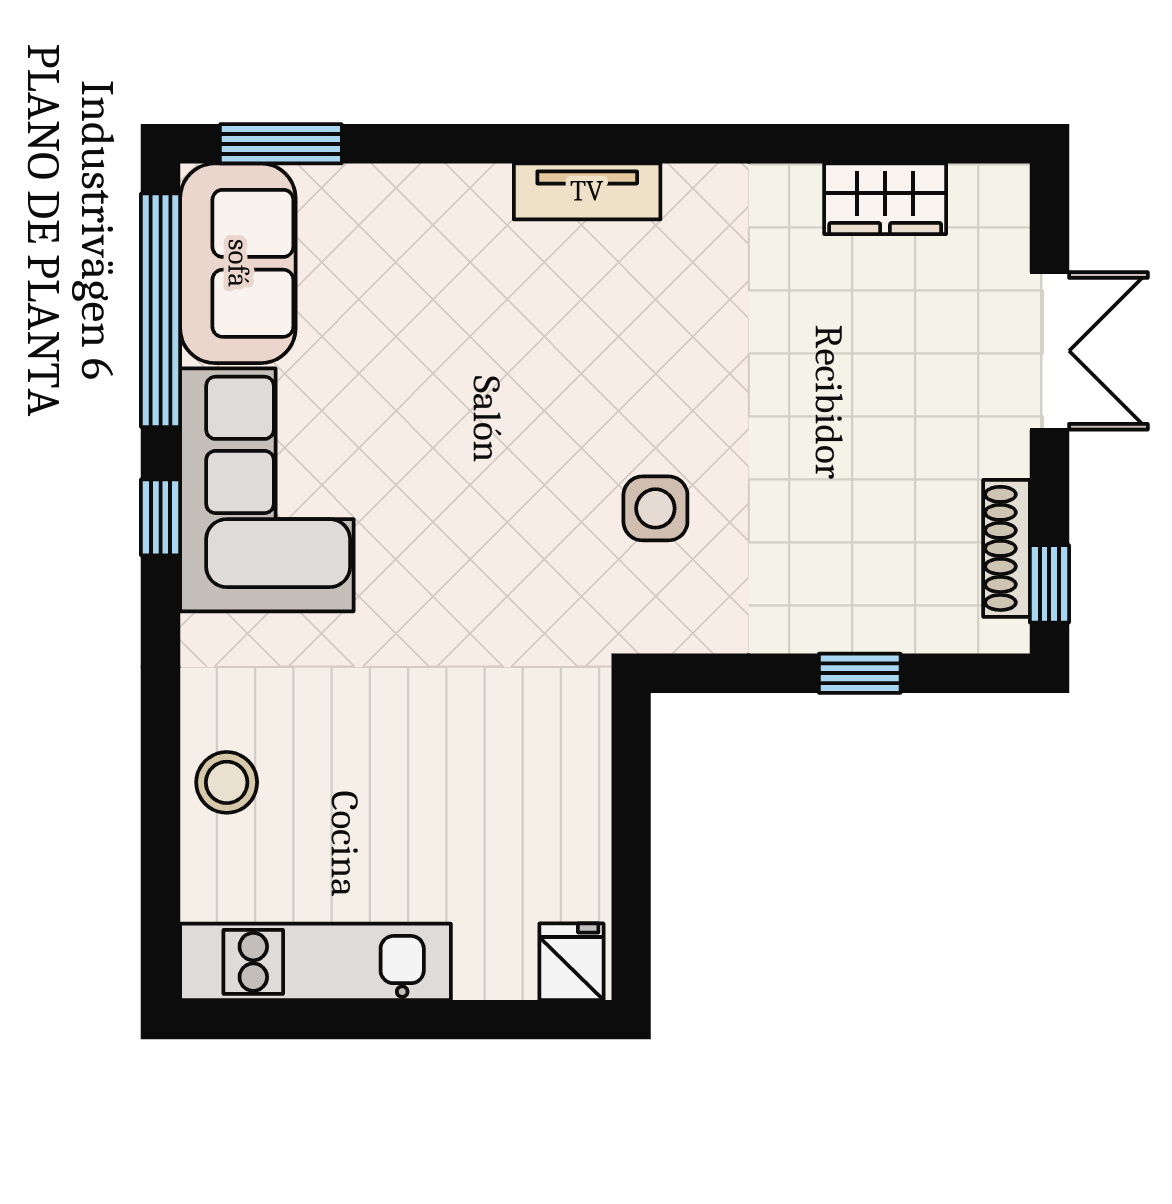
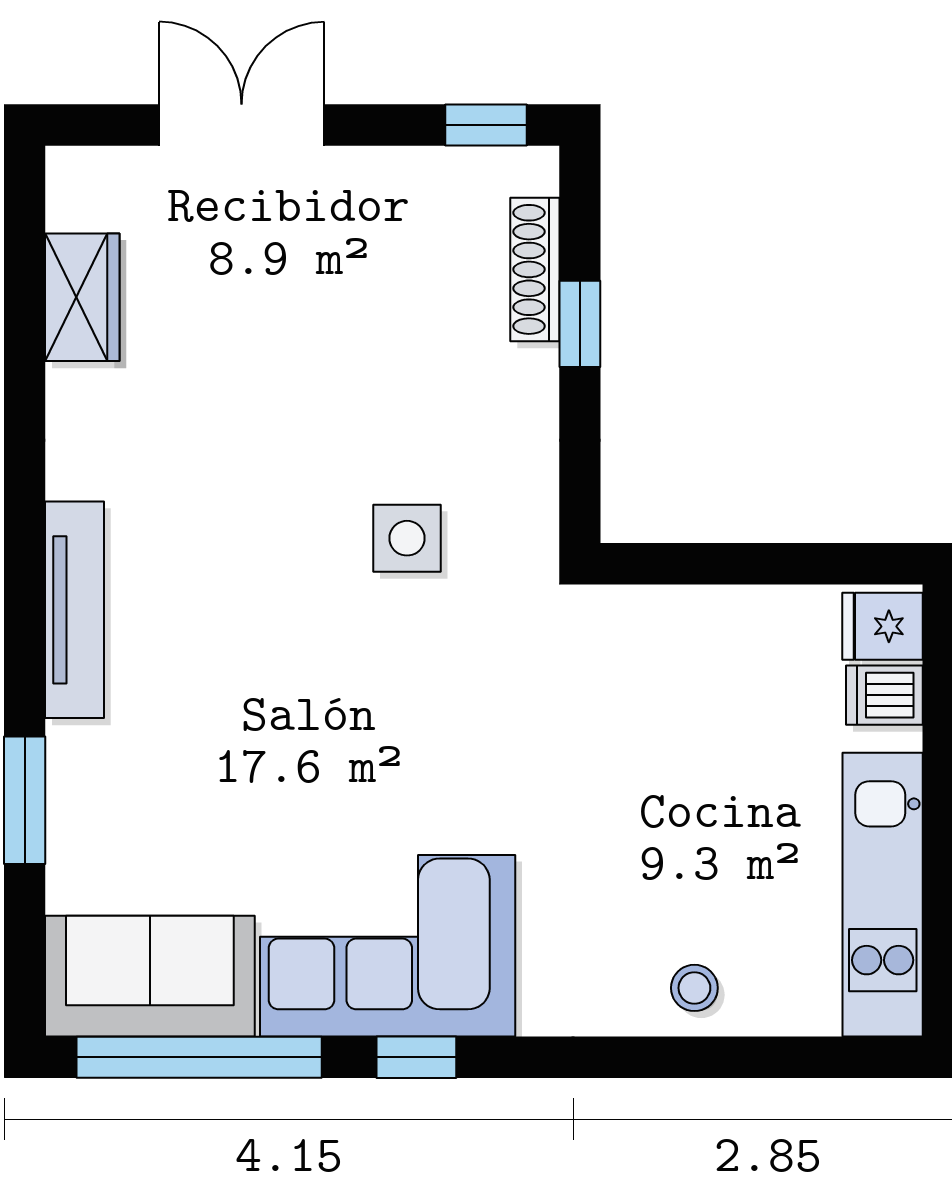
window: (281, 144) -> (25, 800), moved
tv unit: (587, 191) -> (75, 610), width x1.41
shoe rack: (1006, 548) -> (535, 269), moved, turned 90
stool: (227, 782) -> (694, 988), width x0.73, depth x0.73
dishwasher: (506, 964) -> (884, 695), added

